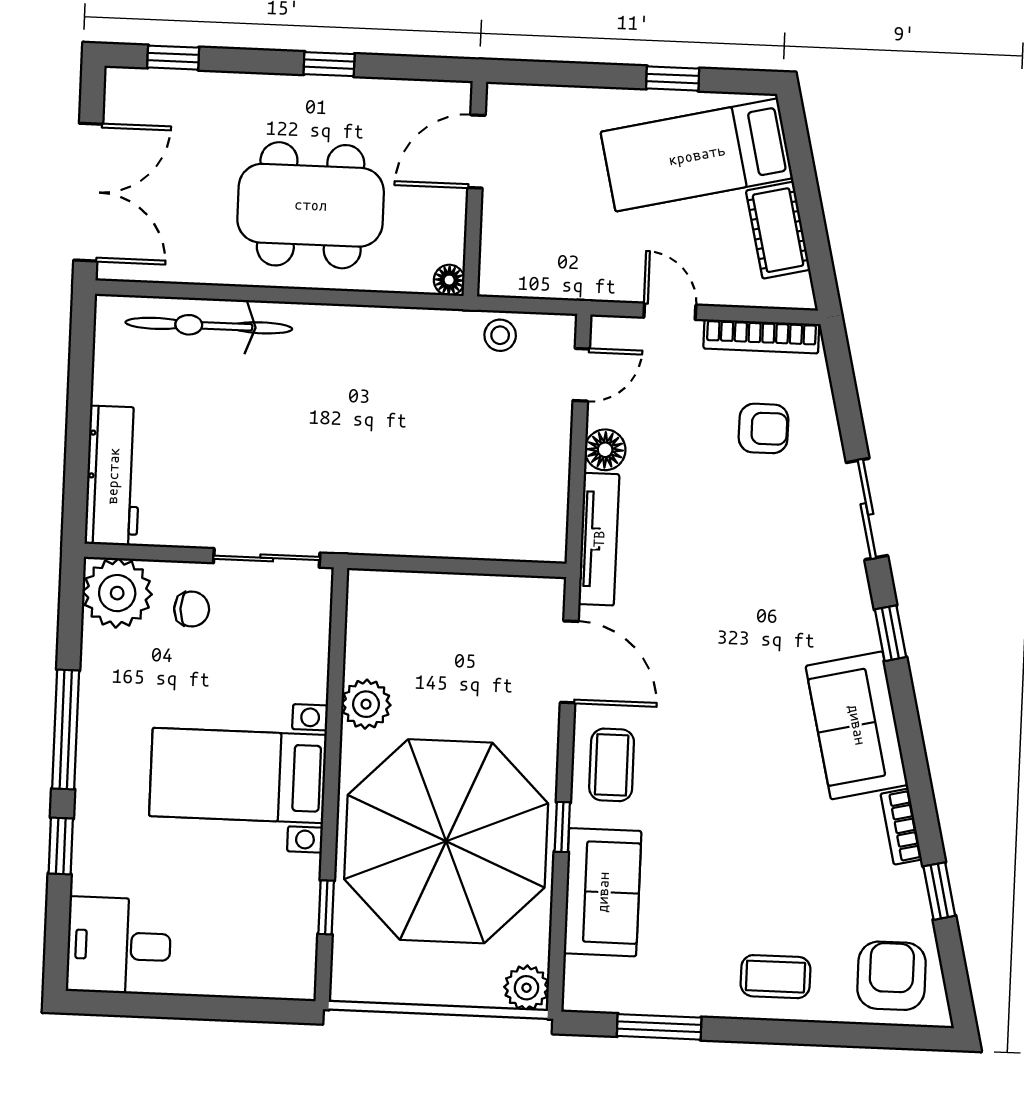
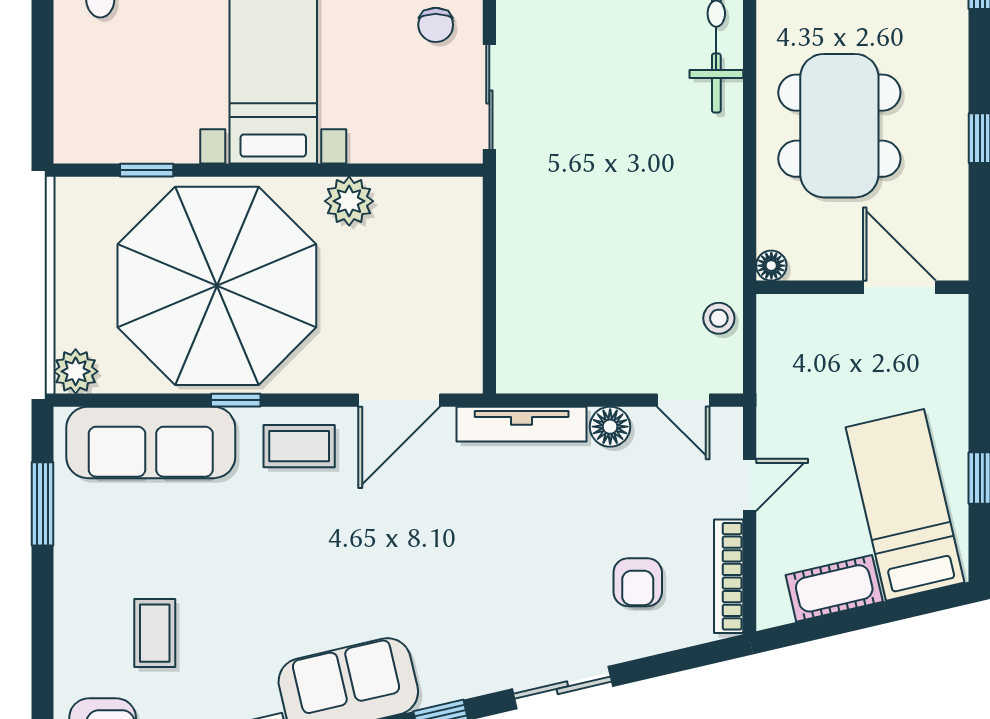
sofa: (603, 892) -> (151, 442), width x1.36
coffee table: (776, 977) -> (155, 633), moved

